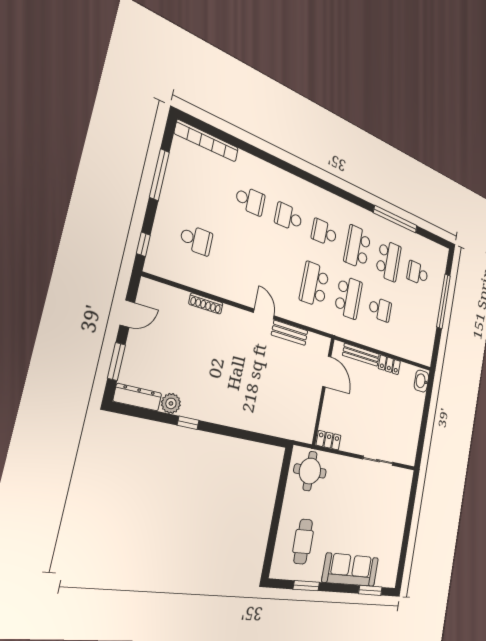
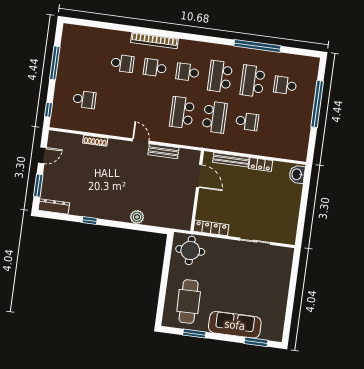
bookcase: (207, 141) -> (154, 41), moved
school desk: (388, 261) -> (253, 81), turned 180
plant: (171, 403) -> (137, 217), moved
locker: (328, 440) -> (211, 228), width x1.53
cafe table: (303, 542) -> (189, 301), width x1.37, depth x1.35

